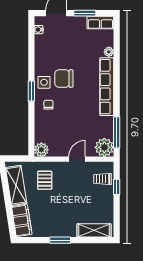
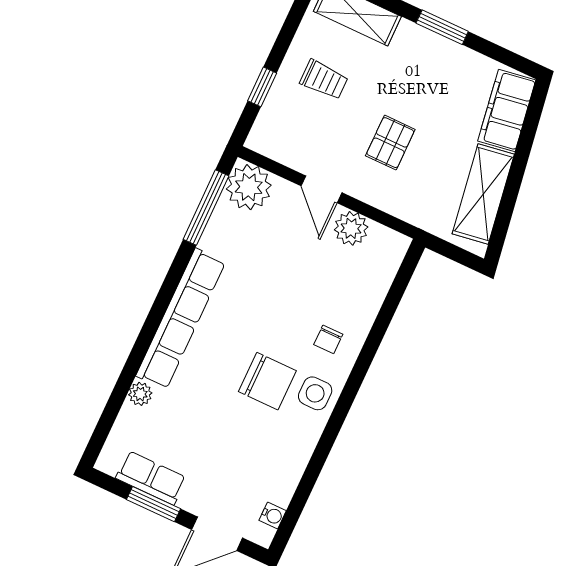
row of seats: (100, 23) -> (151, 478), moved
window: (31, 91) -> (352, 387), removed
plant: (41, 150) -> (351, 228), moved
door: (77, 159) -> (321, 189), hinge flipped
trolley: (103, 179) -> (324, 80), moved
pallet: (45, 180) -> (390, 143), moved

